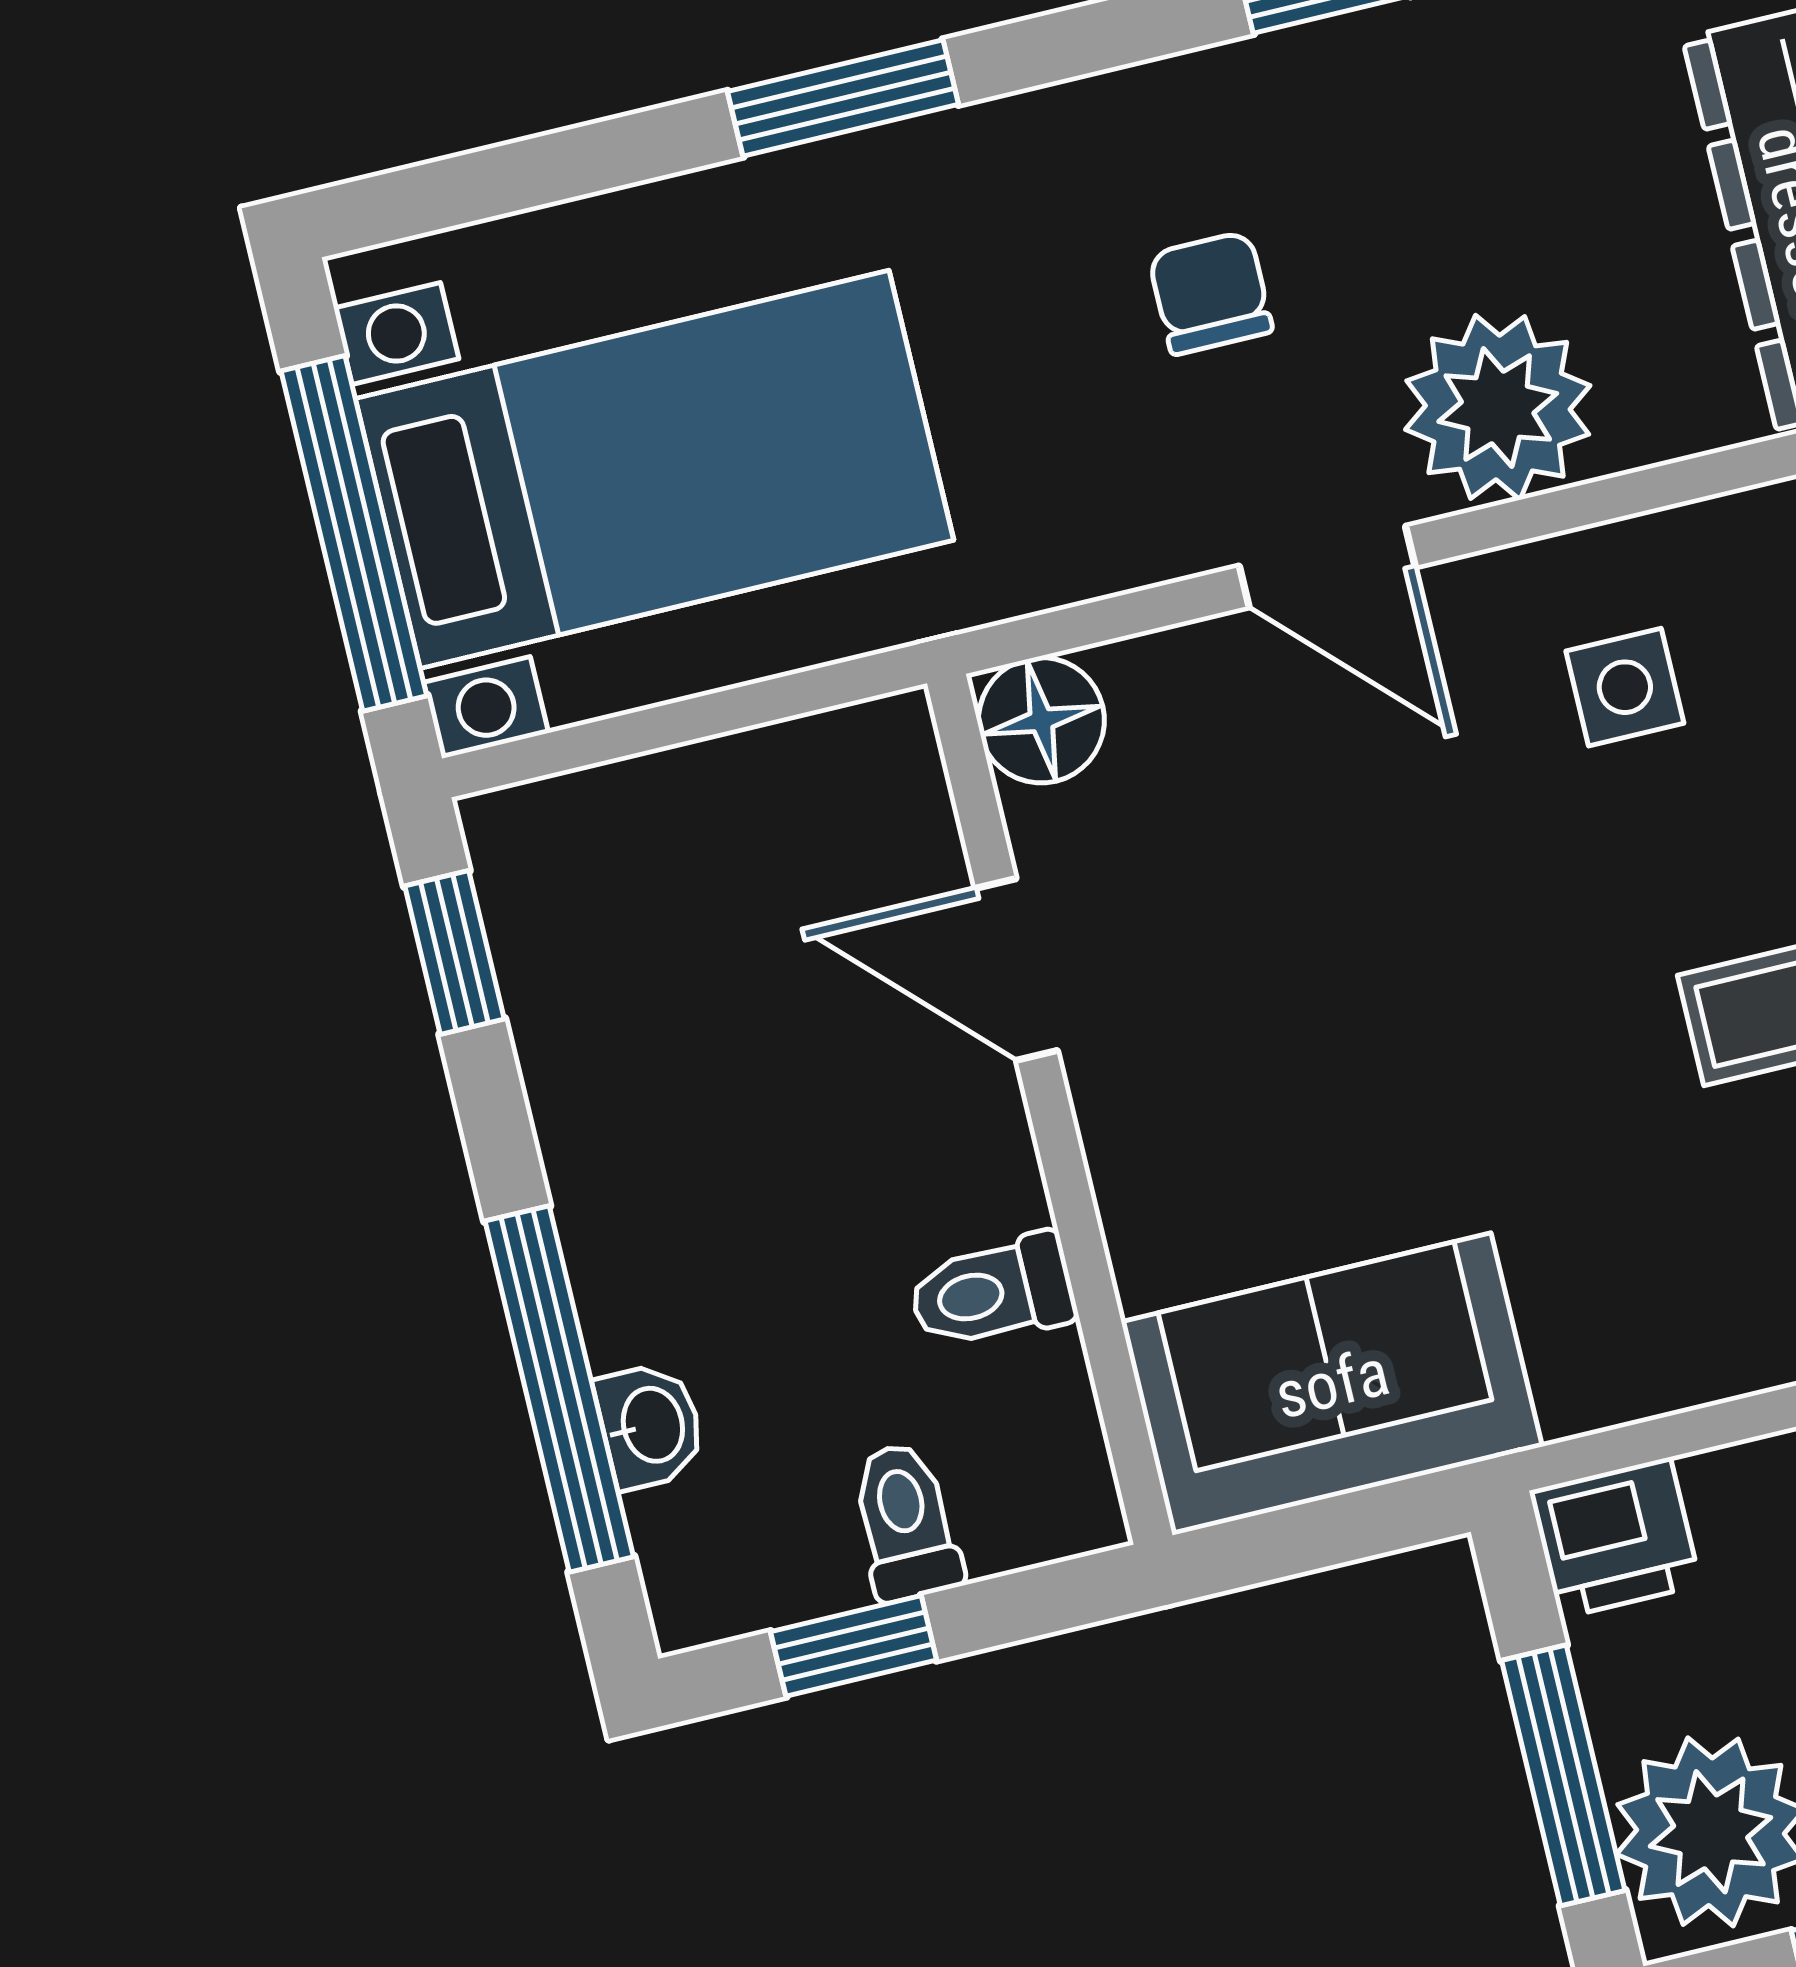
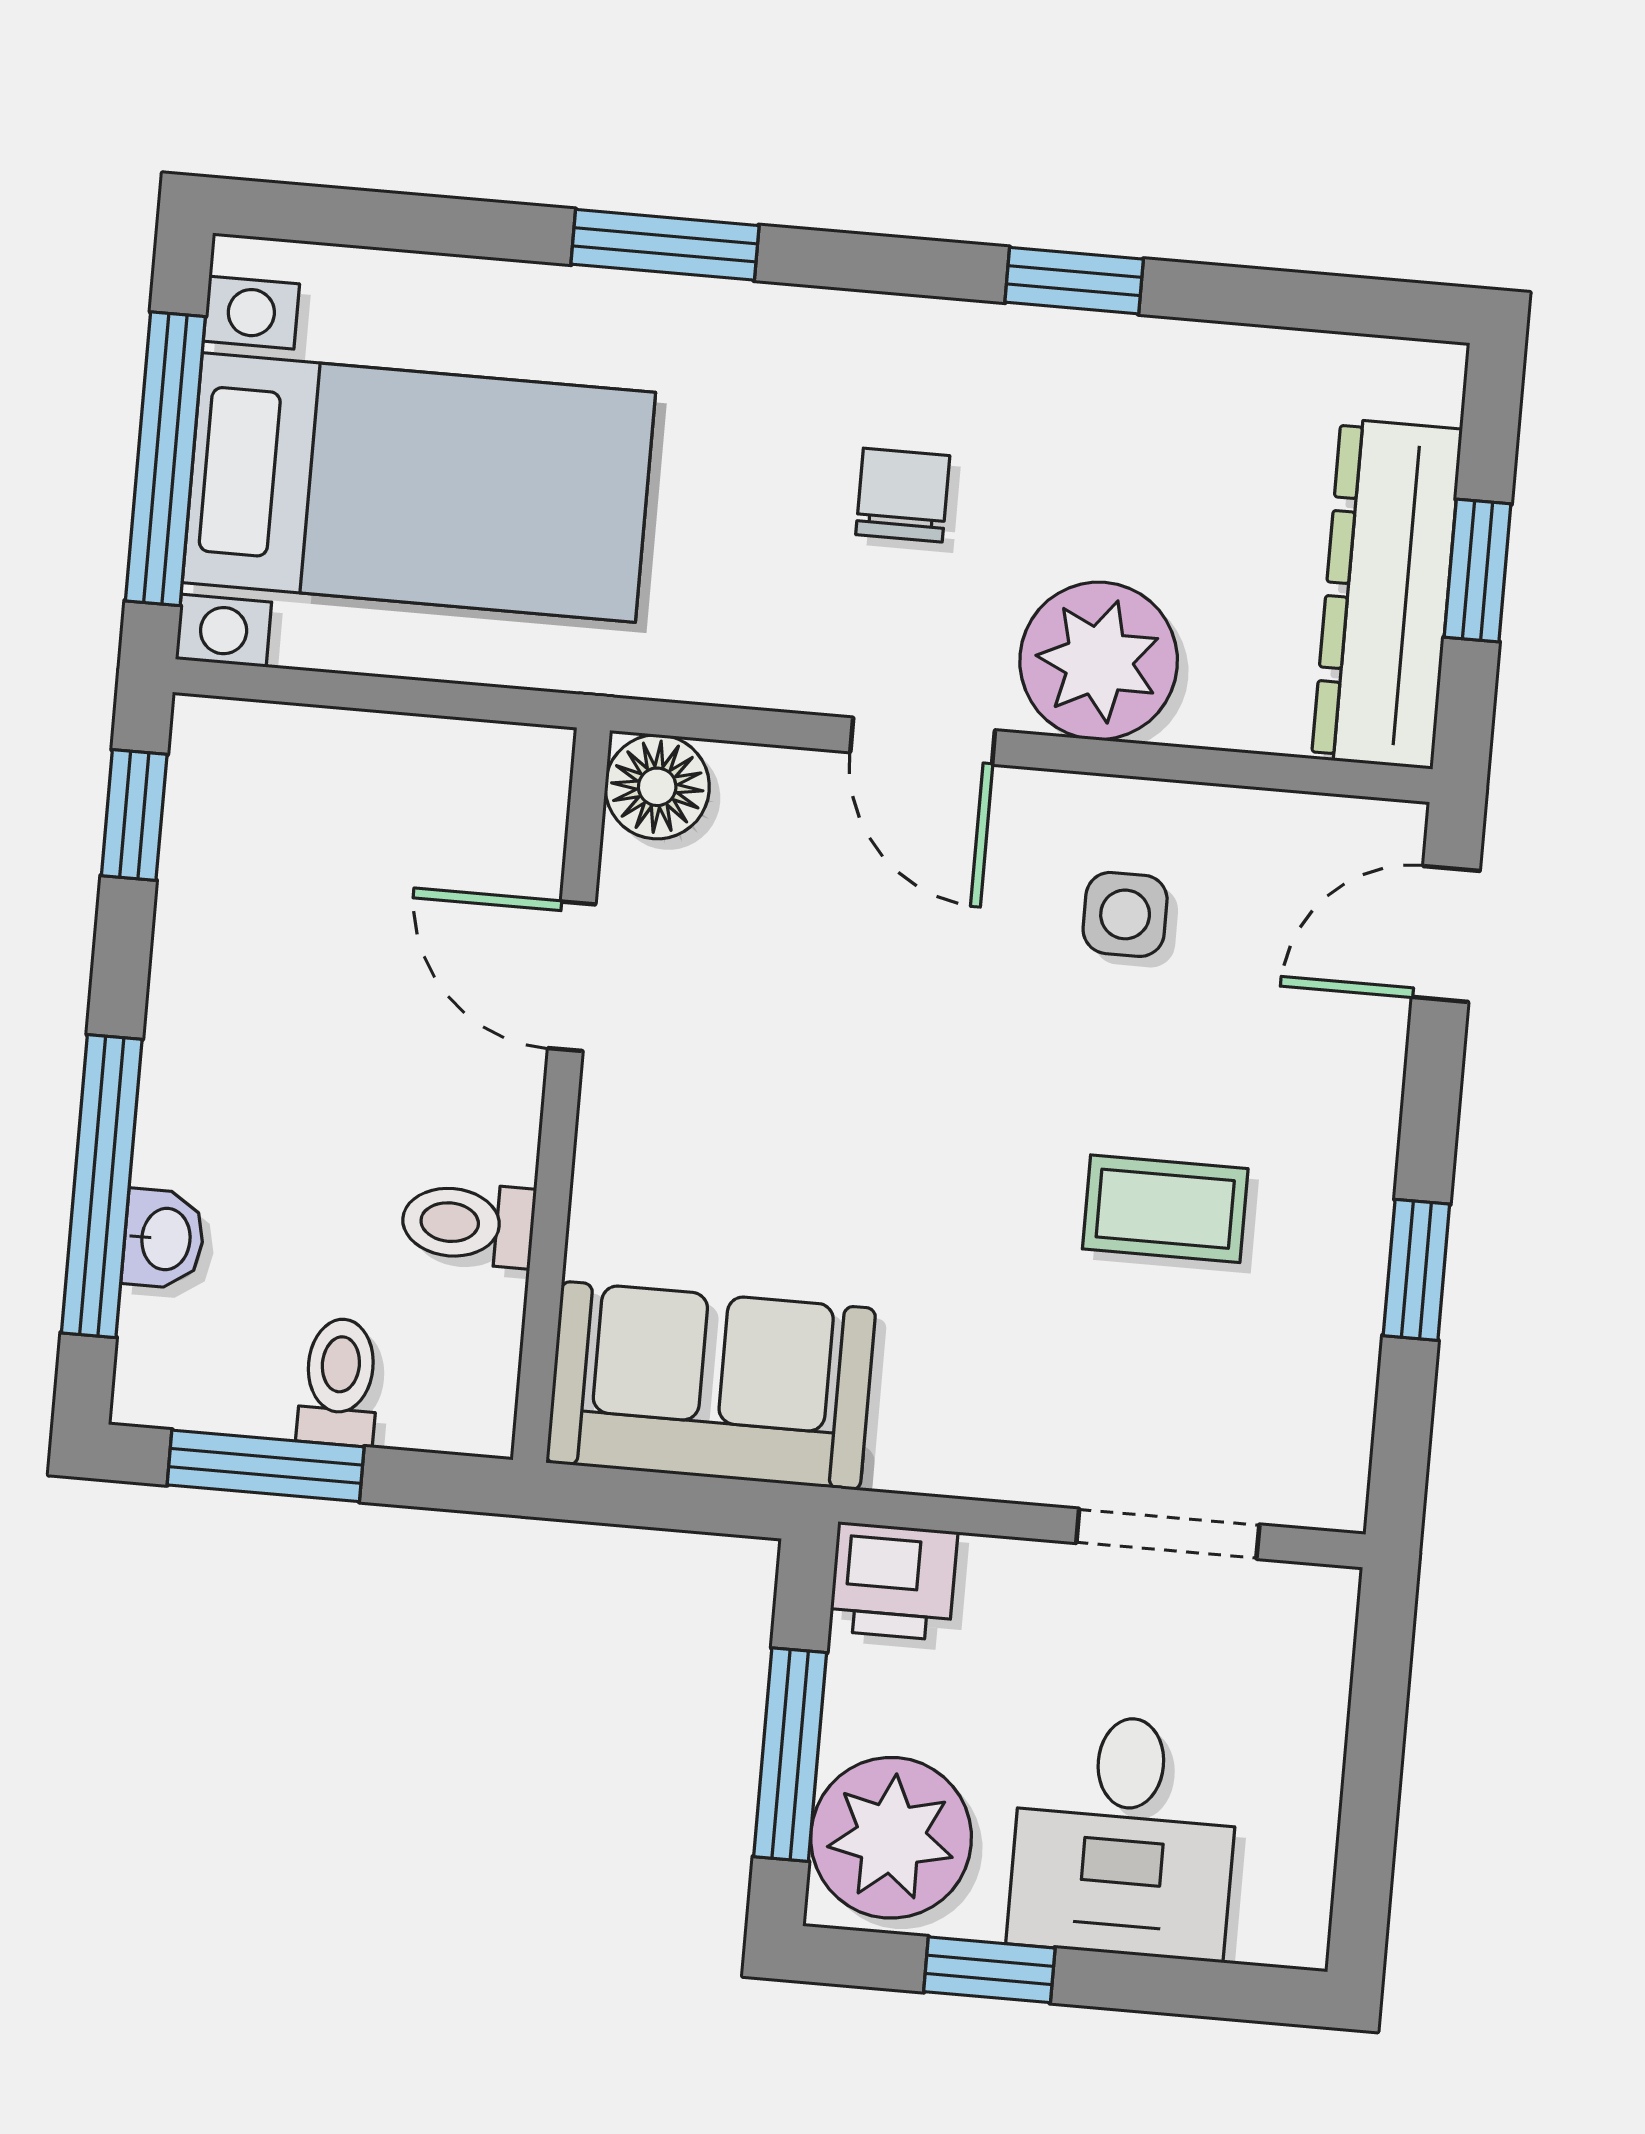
window: (854, 1646) -> (266, 1466), width x1.50

